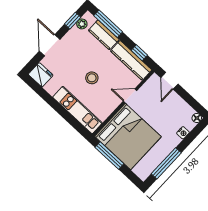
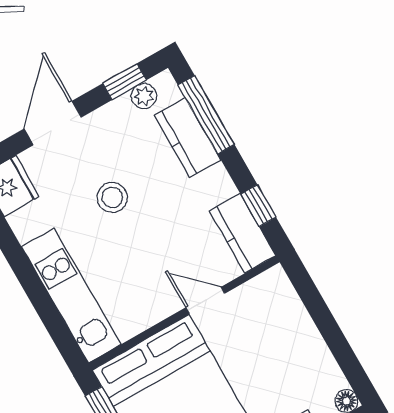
kitchen counter: (131, 60) -> (242, 233), width x0.67
stool: (92, 78) -> (112, 197), moved
door: (169, 81) -> (309, 294), removed

